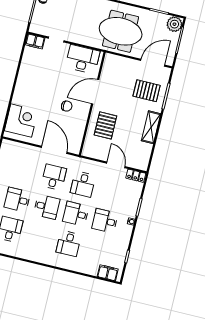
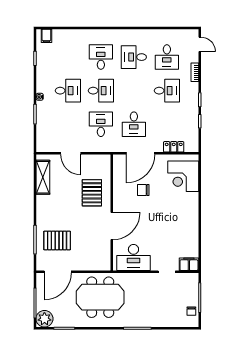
chair: (67, 106) -> (143, 190), moved
shelving: (151, 127) -> (43, 177), moved
door: (54, 150) -> (140, 153), hinge flipped
locker: (136, 176) -> (174, 147), moved
desk: (47, 207) -> (134, 57), moved
filing cabinet: (108, 273) -> (46, 36), width x0.50

